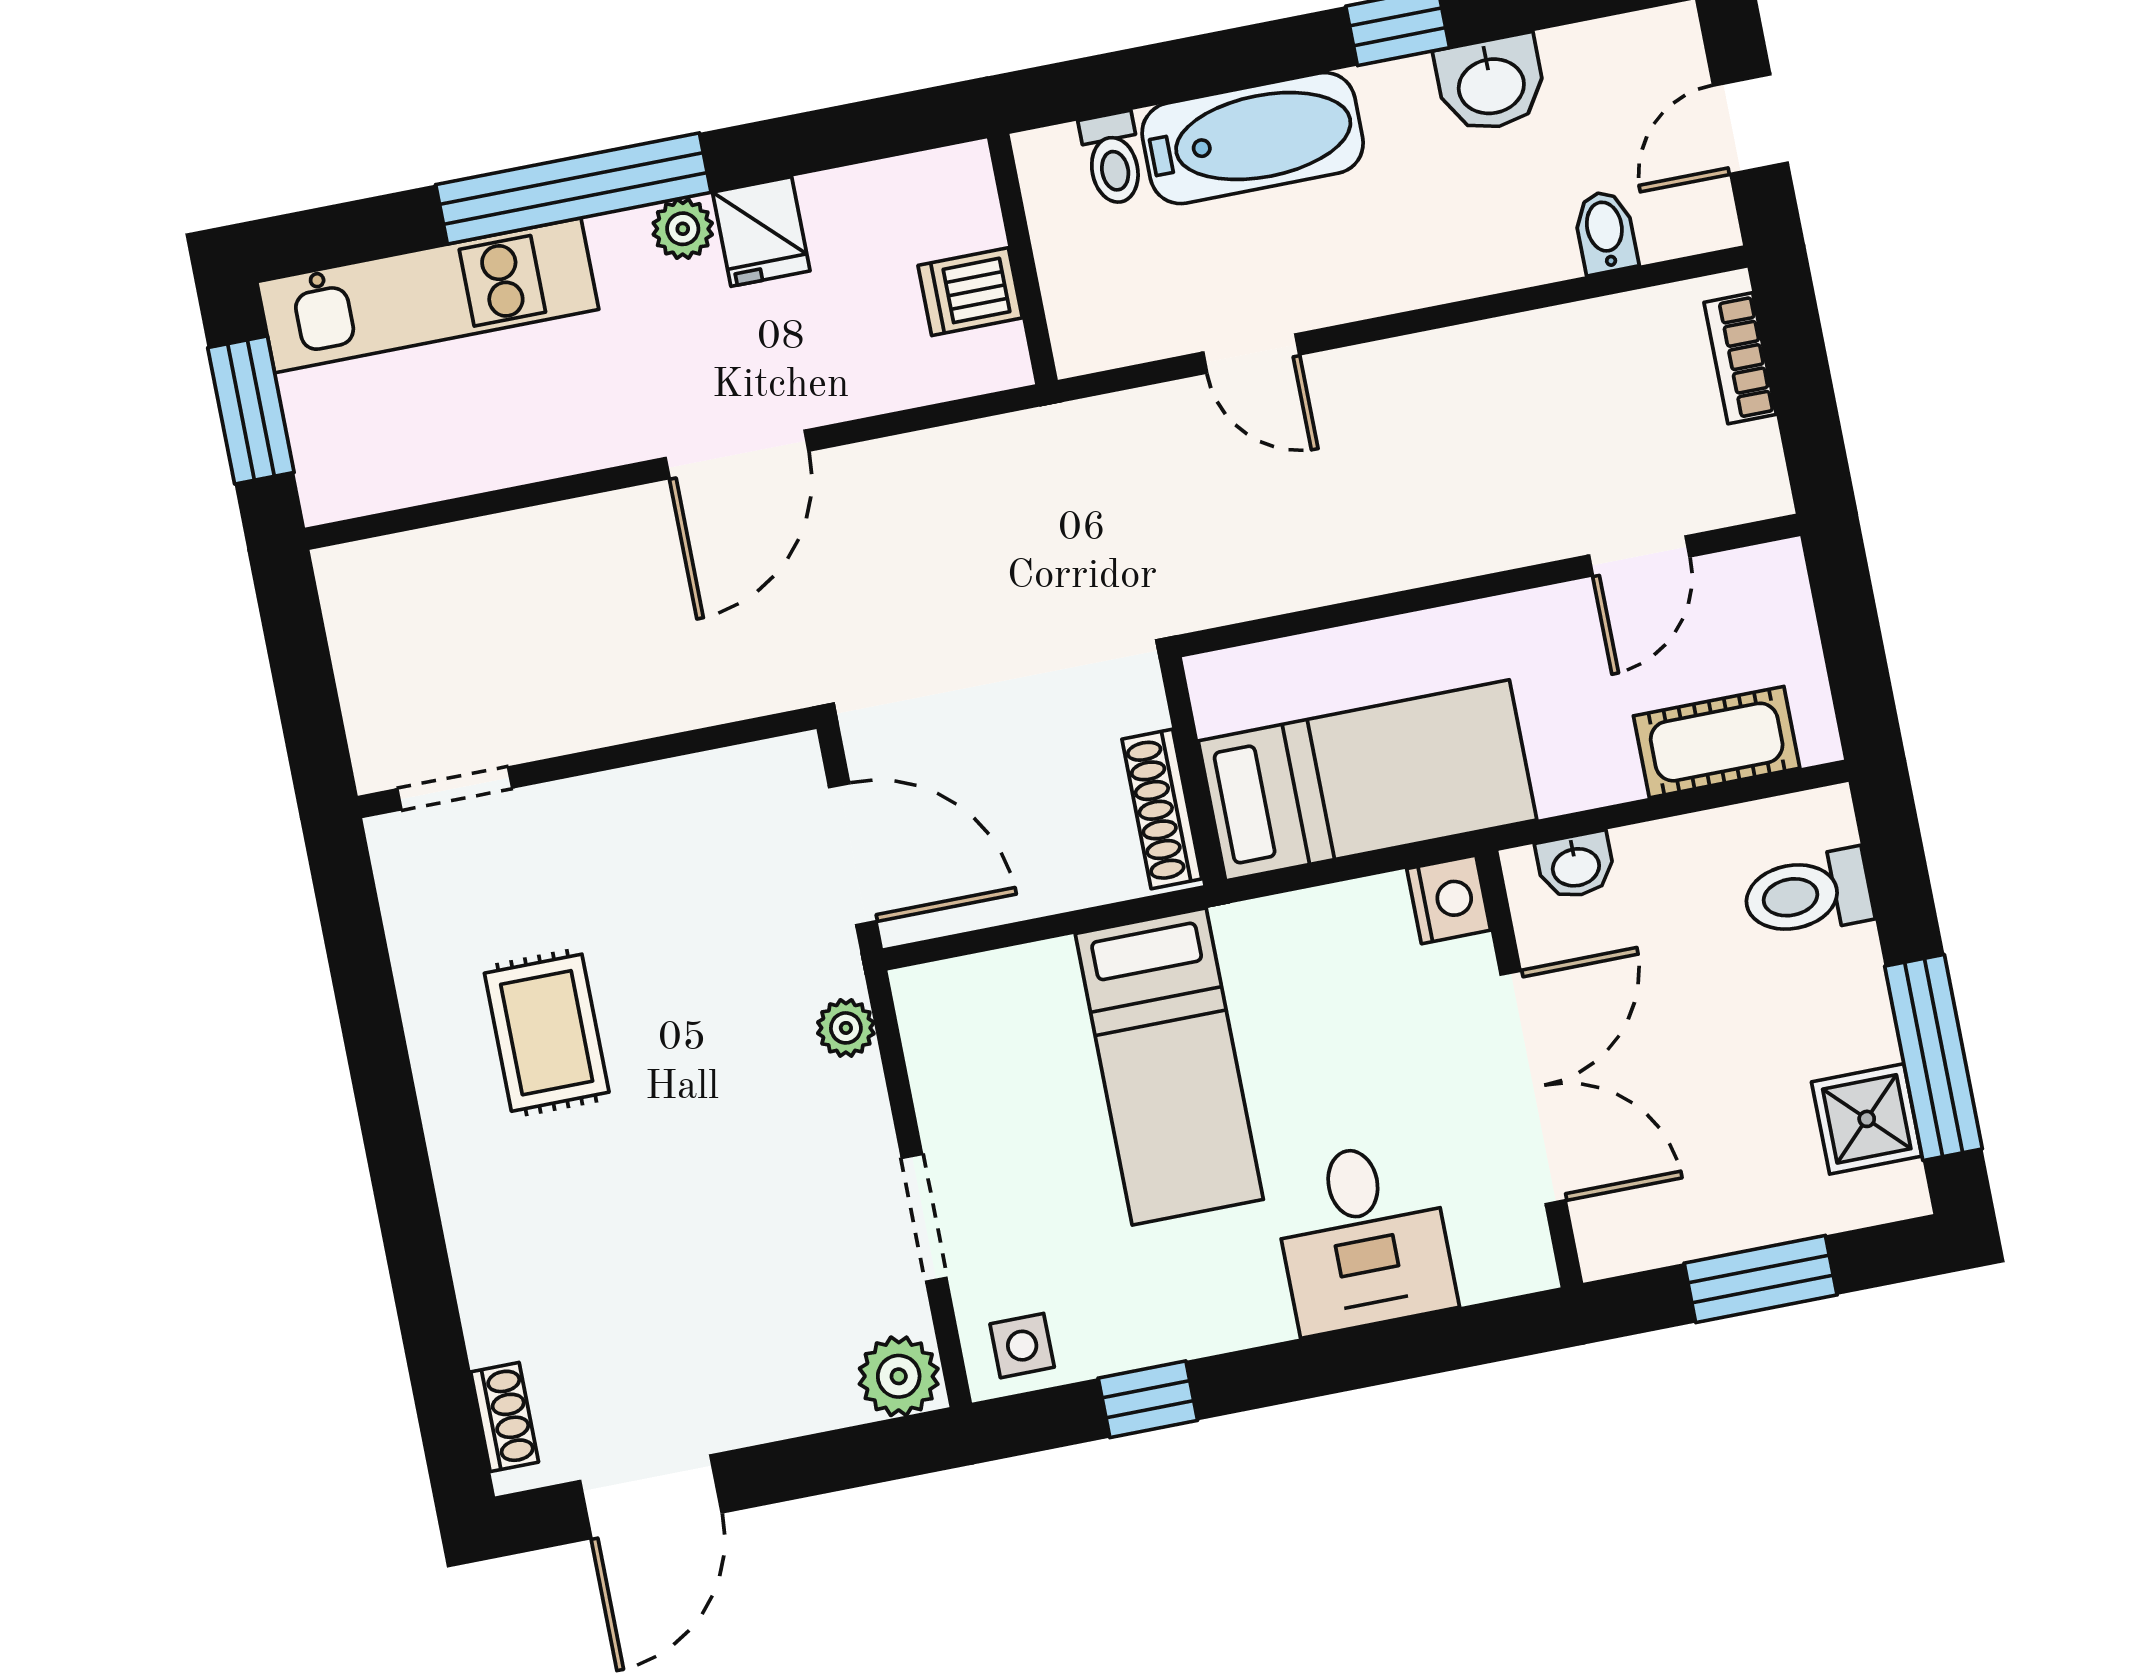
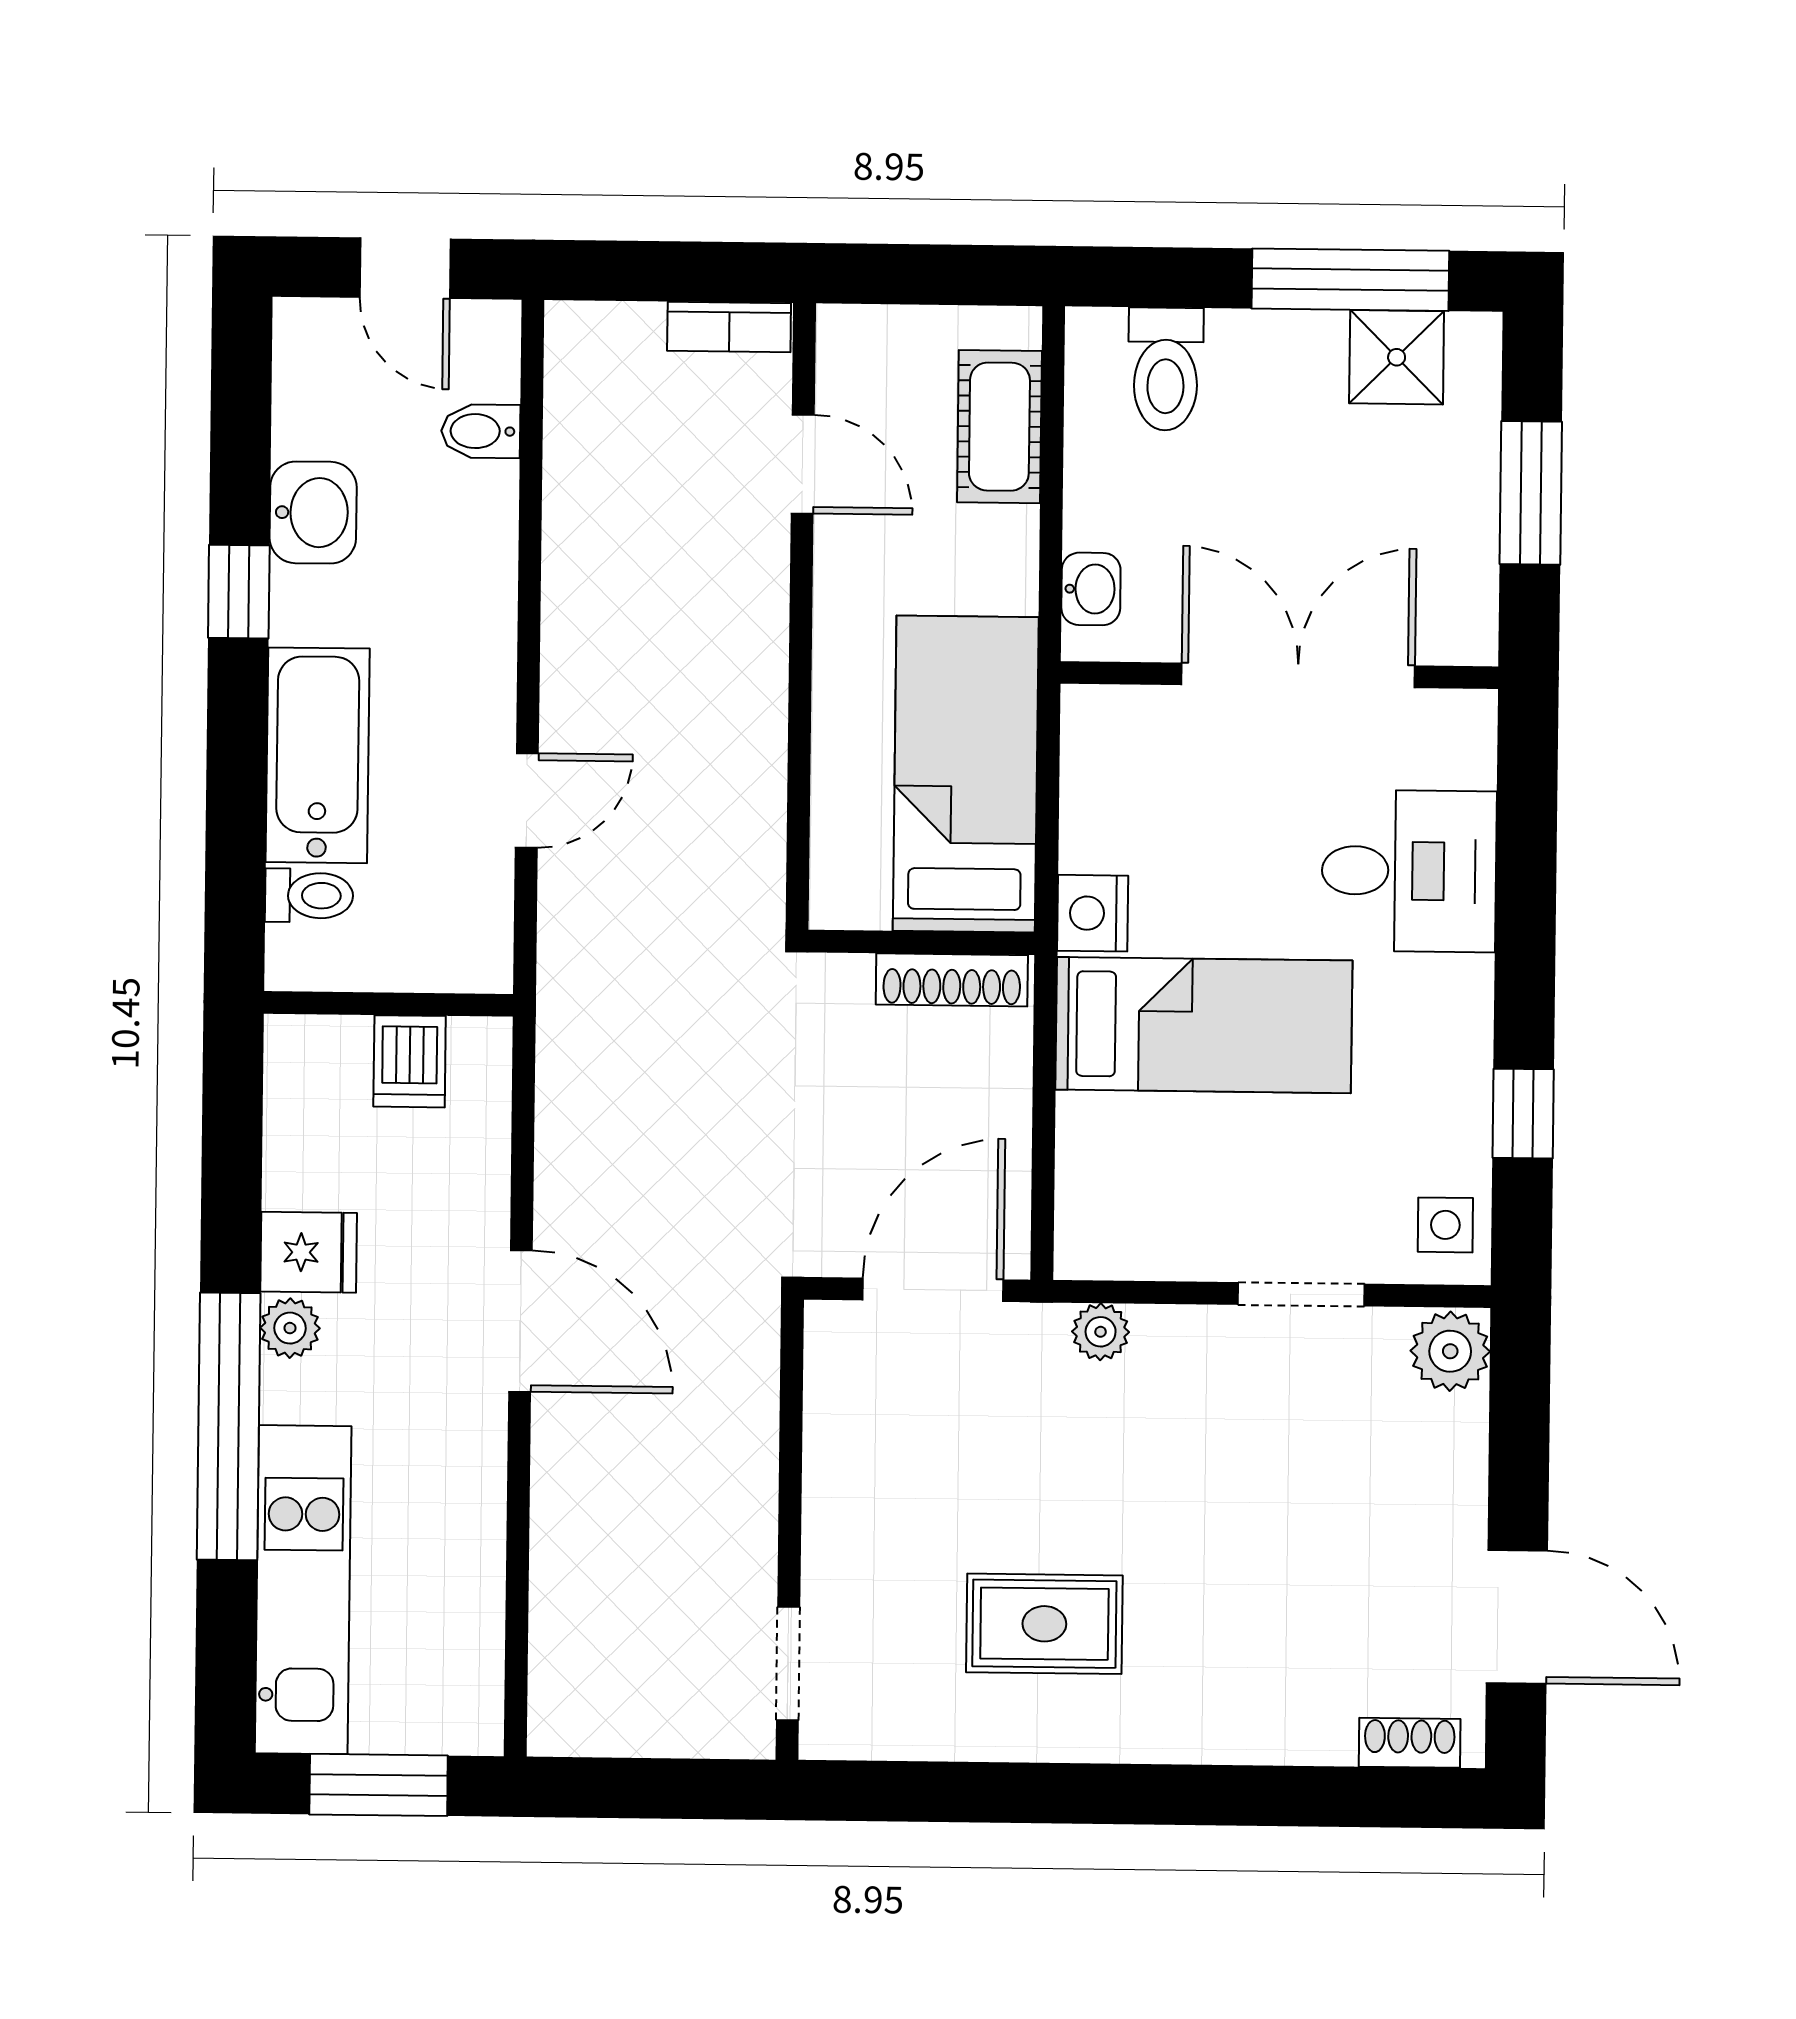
bookcase: (1740, 358) -> (729, 327), moved
nightstand: (1449, 899) -> (1093, 913), moved, turned -90

